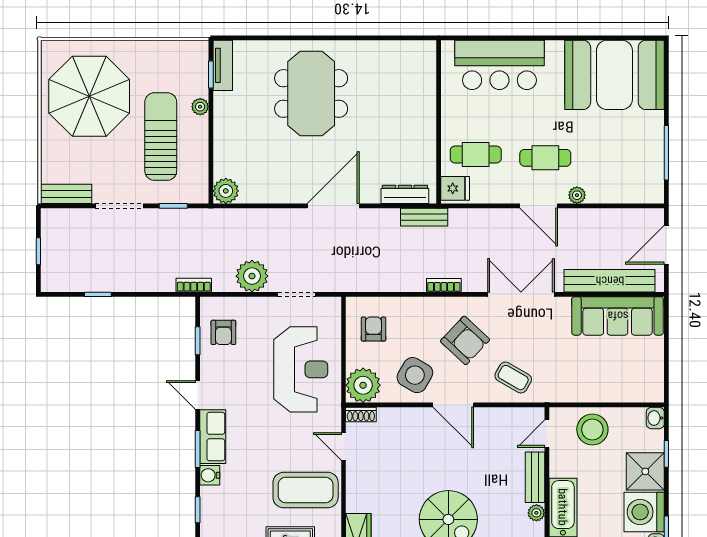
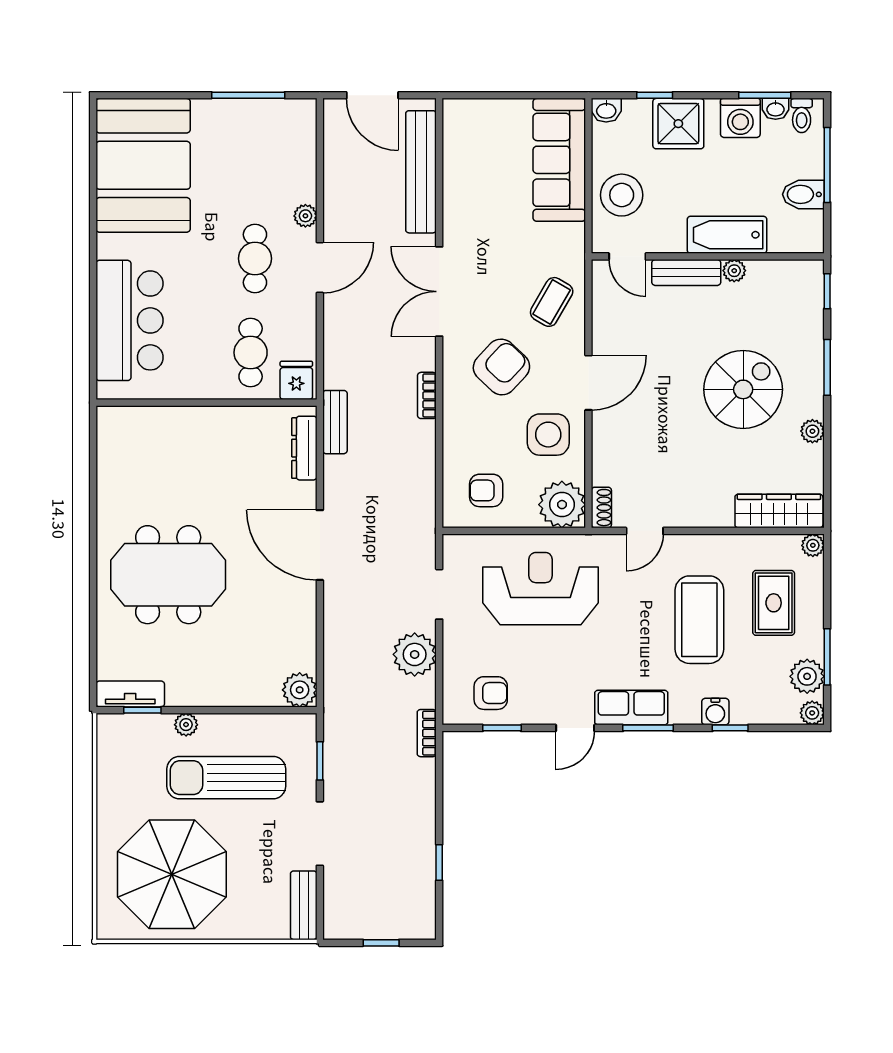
sofa: (618, 316) -> (559, 160), moved, turned 180
side table: (415, 375) -> (548, 435), turned -30
water cooler: (210, 475) -> (715, 712), moved
coffee table: (306, 490) -> (699, 620), moved
washing machine: (644, 512) -> (740, 118), width x0.73, depth x0.73

